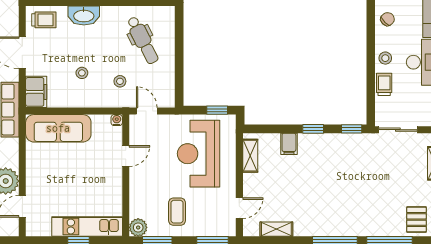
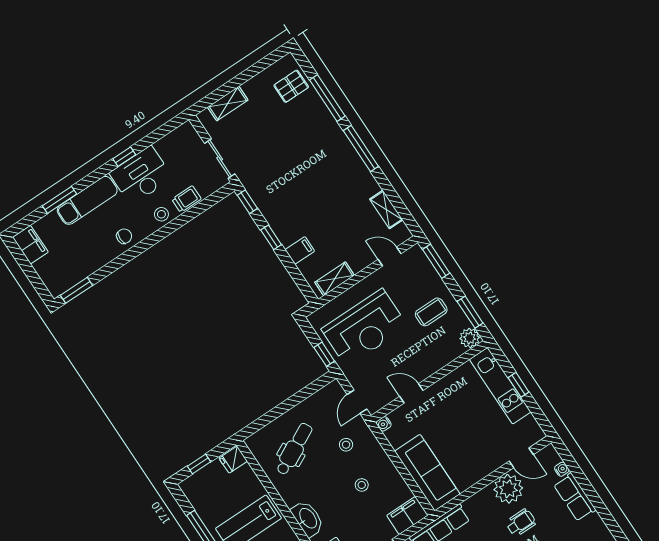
chair: (388, 19) -> (124, 236), turned 136
trolley: (384, 84) -> (186, 199), turned 180
window: (217, 110) -> (324, 354), moved

